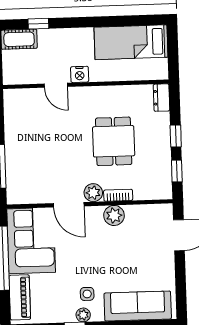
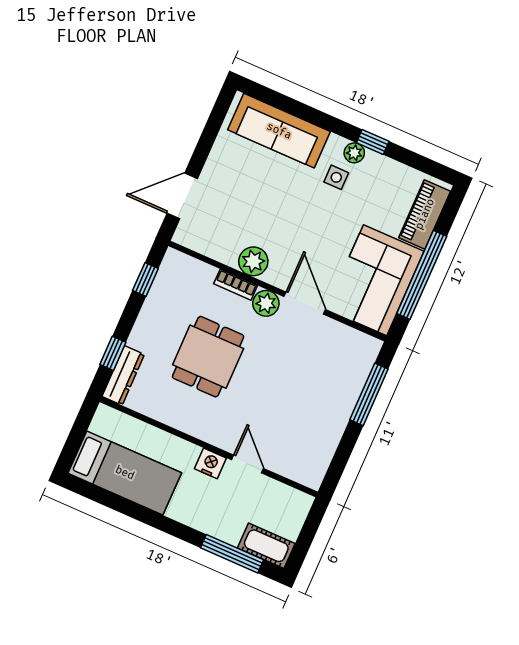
window: (38, 24) -> (232, 554), width x2.17
dresser: (161, 98) -> (123, 375), width x1.44
window: (176, 136) -> (113, 353), moved

